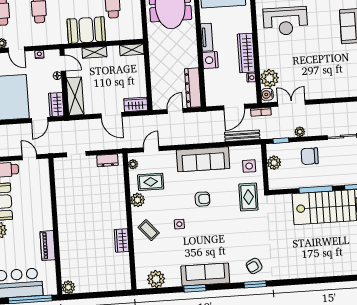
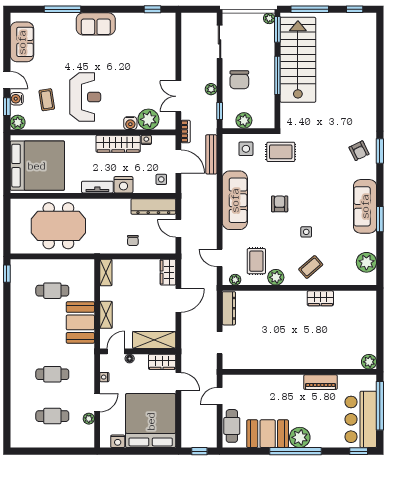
chair: (162, 72) -> (133, 241), added
side table: (217, 93) -> (161, 179), added
water cooler: (267, 94) -> (130, 123), moved
dresser: (107, 160) -> (229, 308), width x1.44

